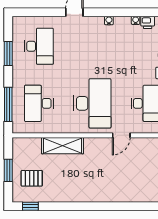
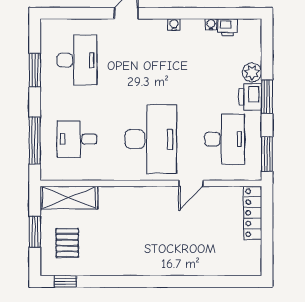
desk: (39, 103) -> (77, 139), width x0.73
shelving: (63, 146) -> (69, 198), moved
pallet: (32, 178) -> (67, 243), turned 90

